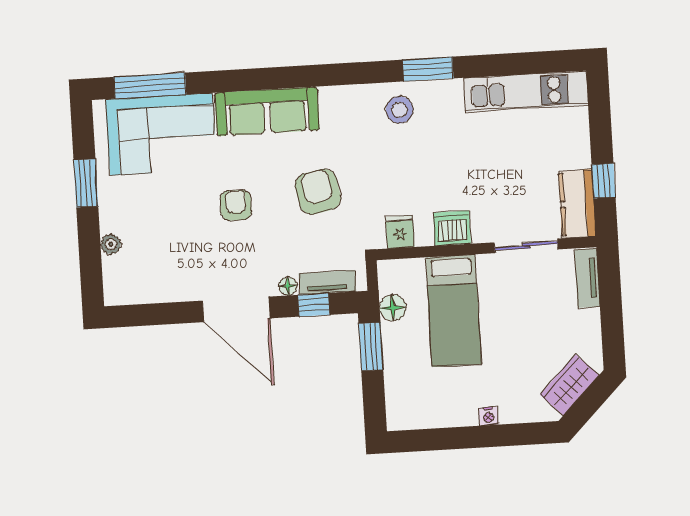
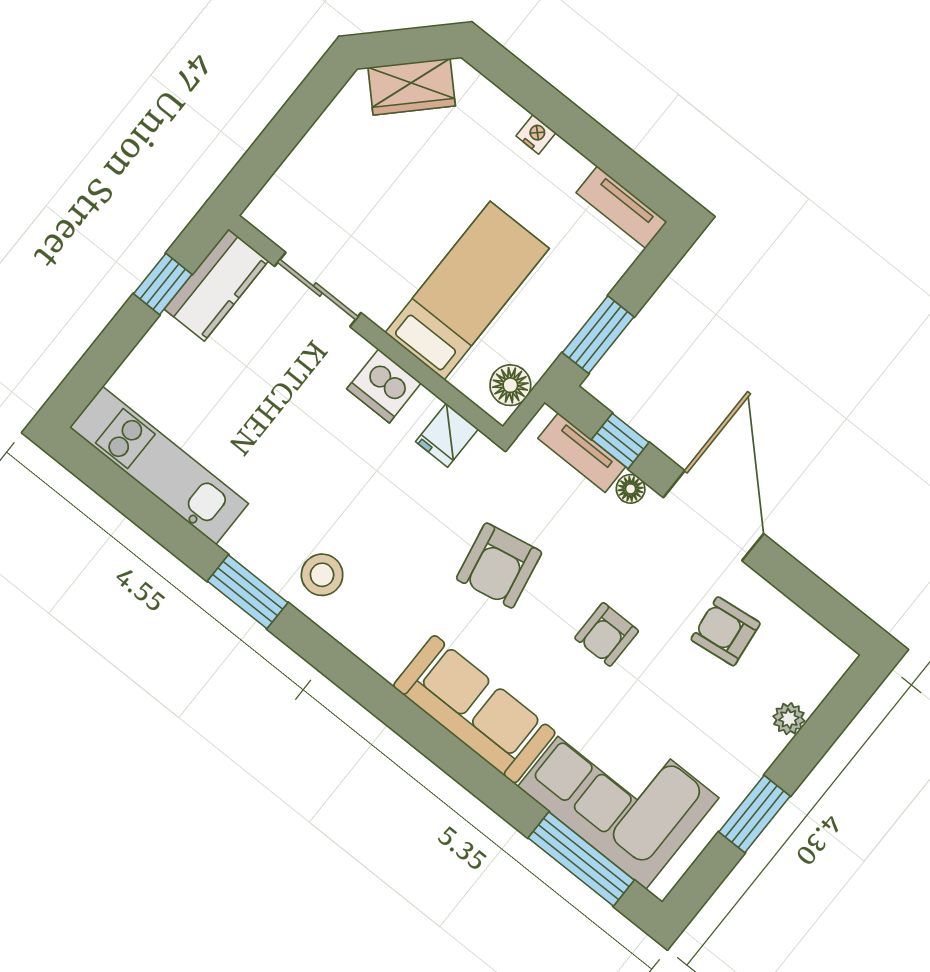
armchair: (180, 259) -> (726, 631), added
tv unit: (587, 278) -> (622, 207), moved, turned 90
floor lamp: (393, 308) -> (510, 385), moved

